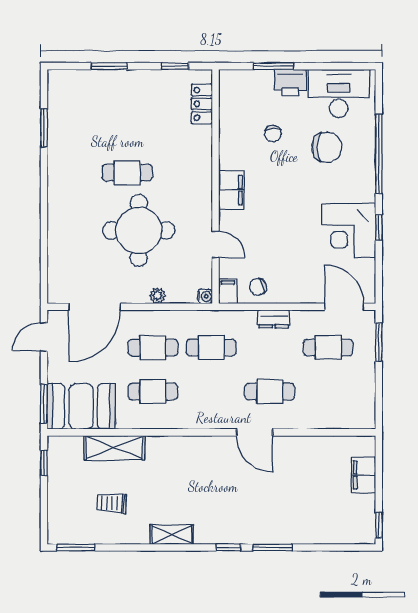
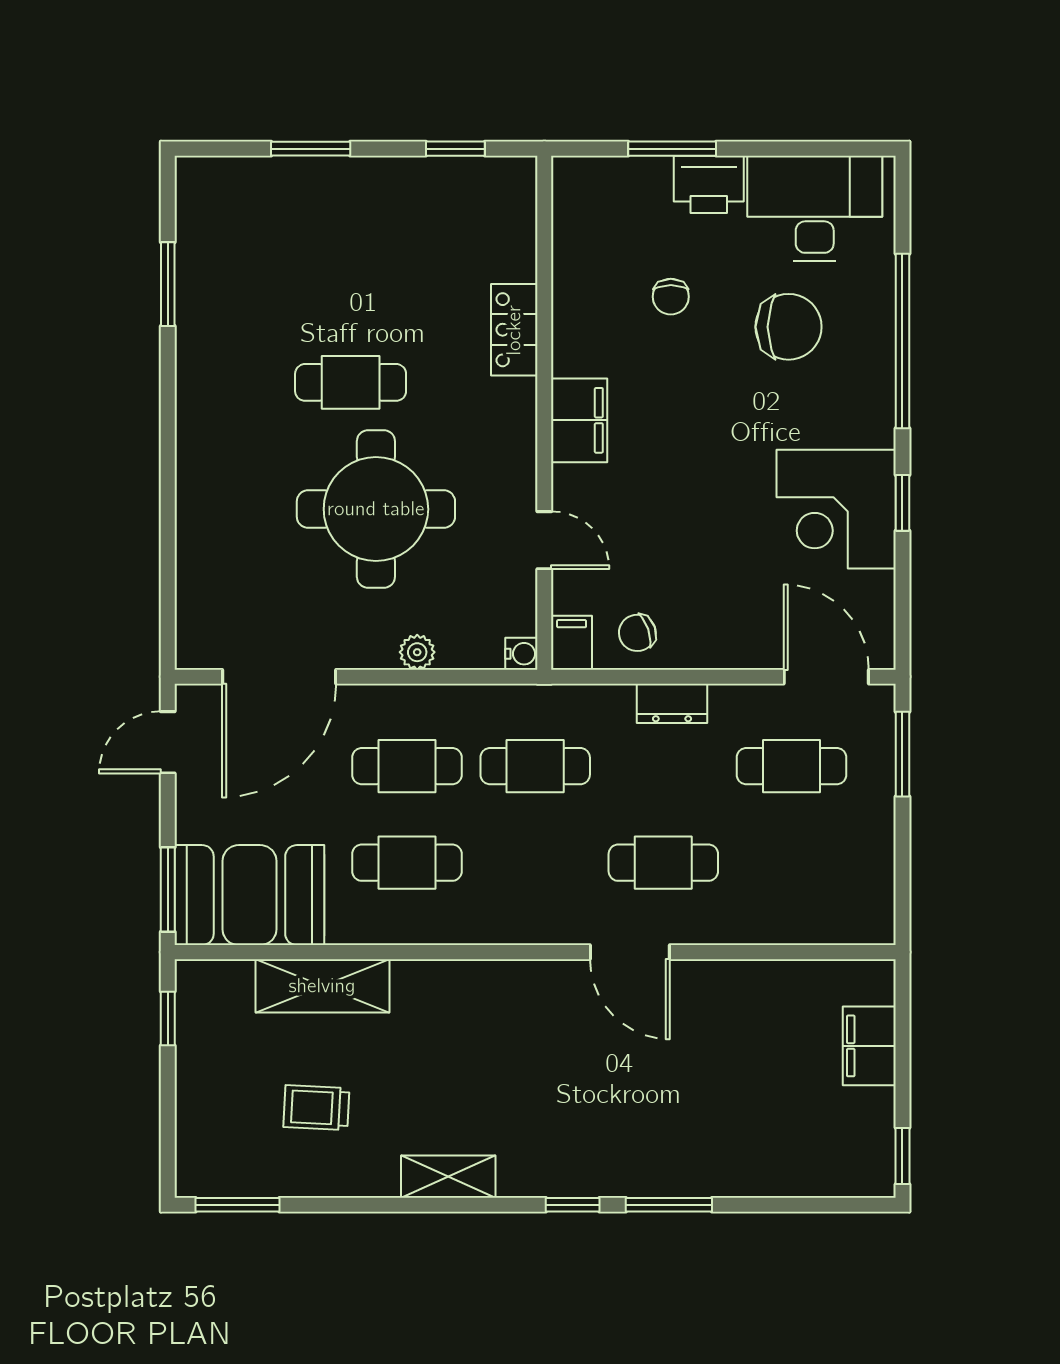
locker: (202, 104) -> (514, 330), moved

